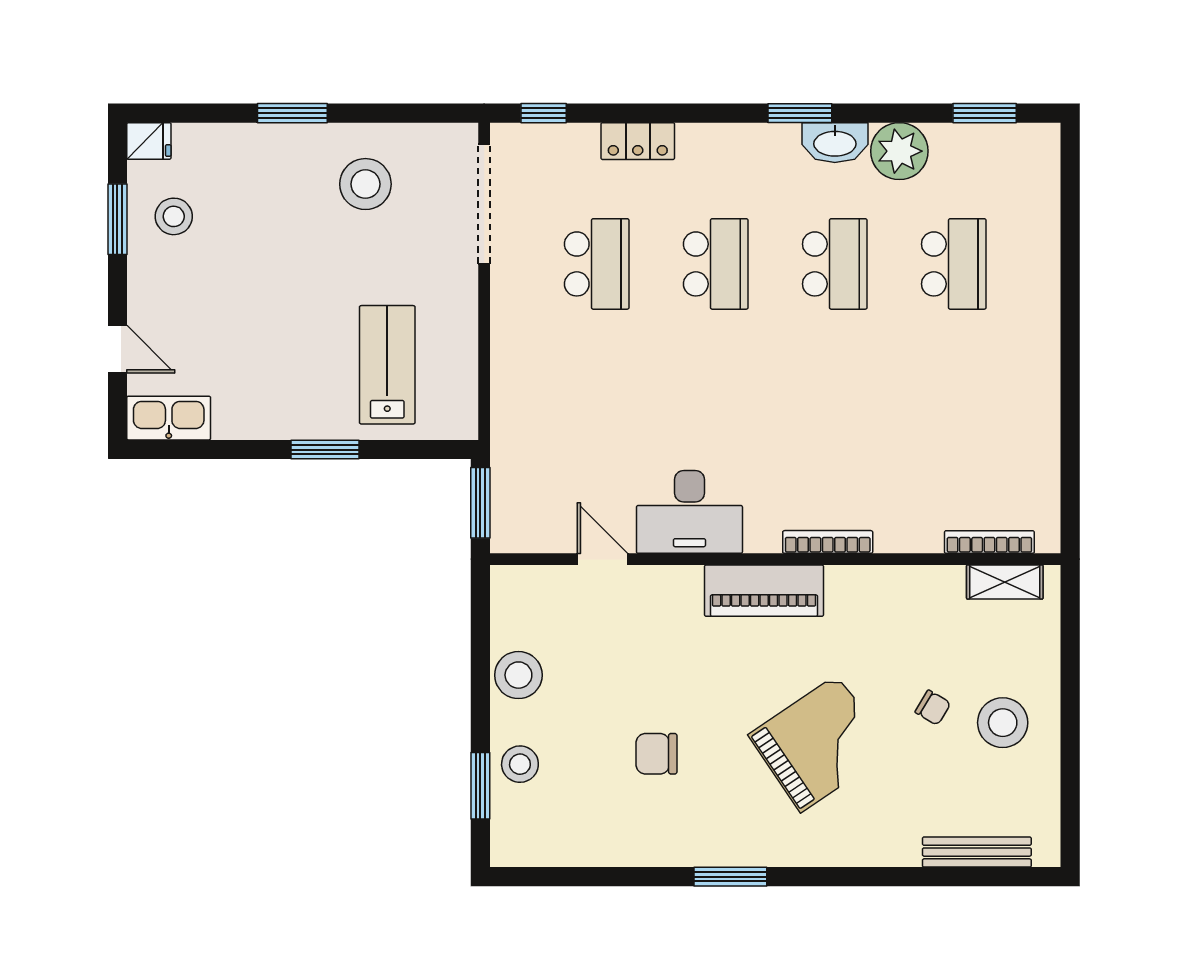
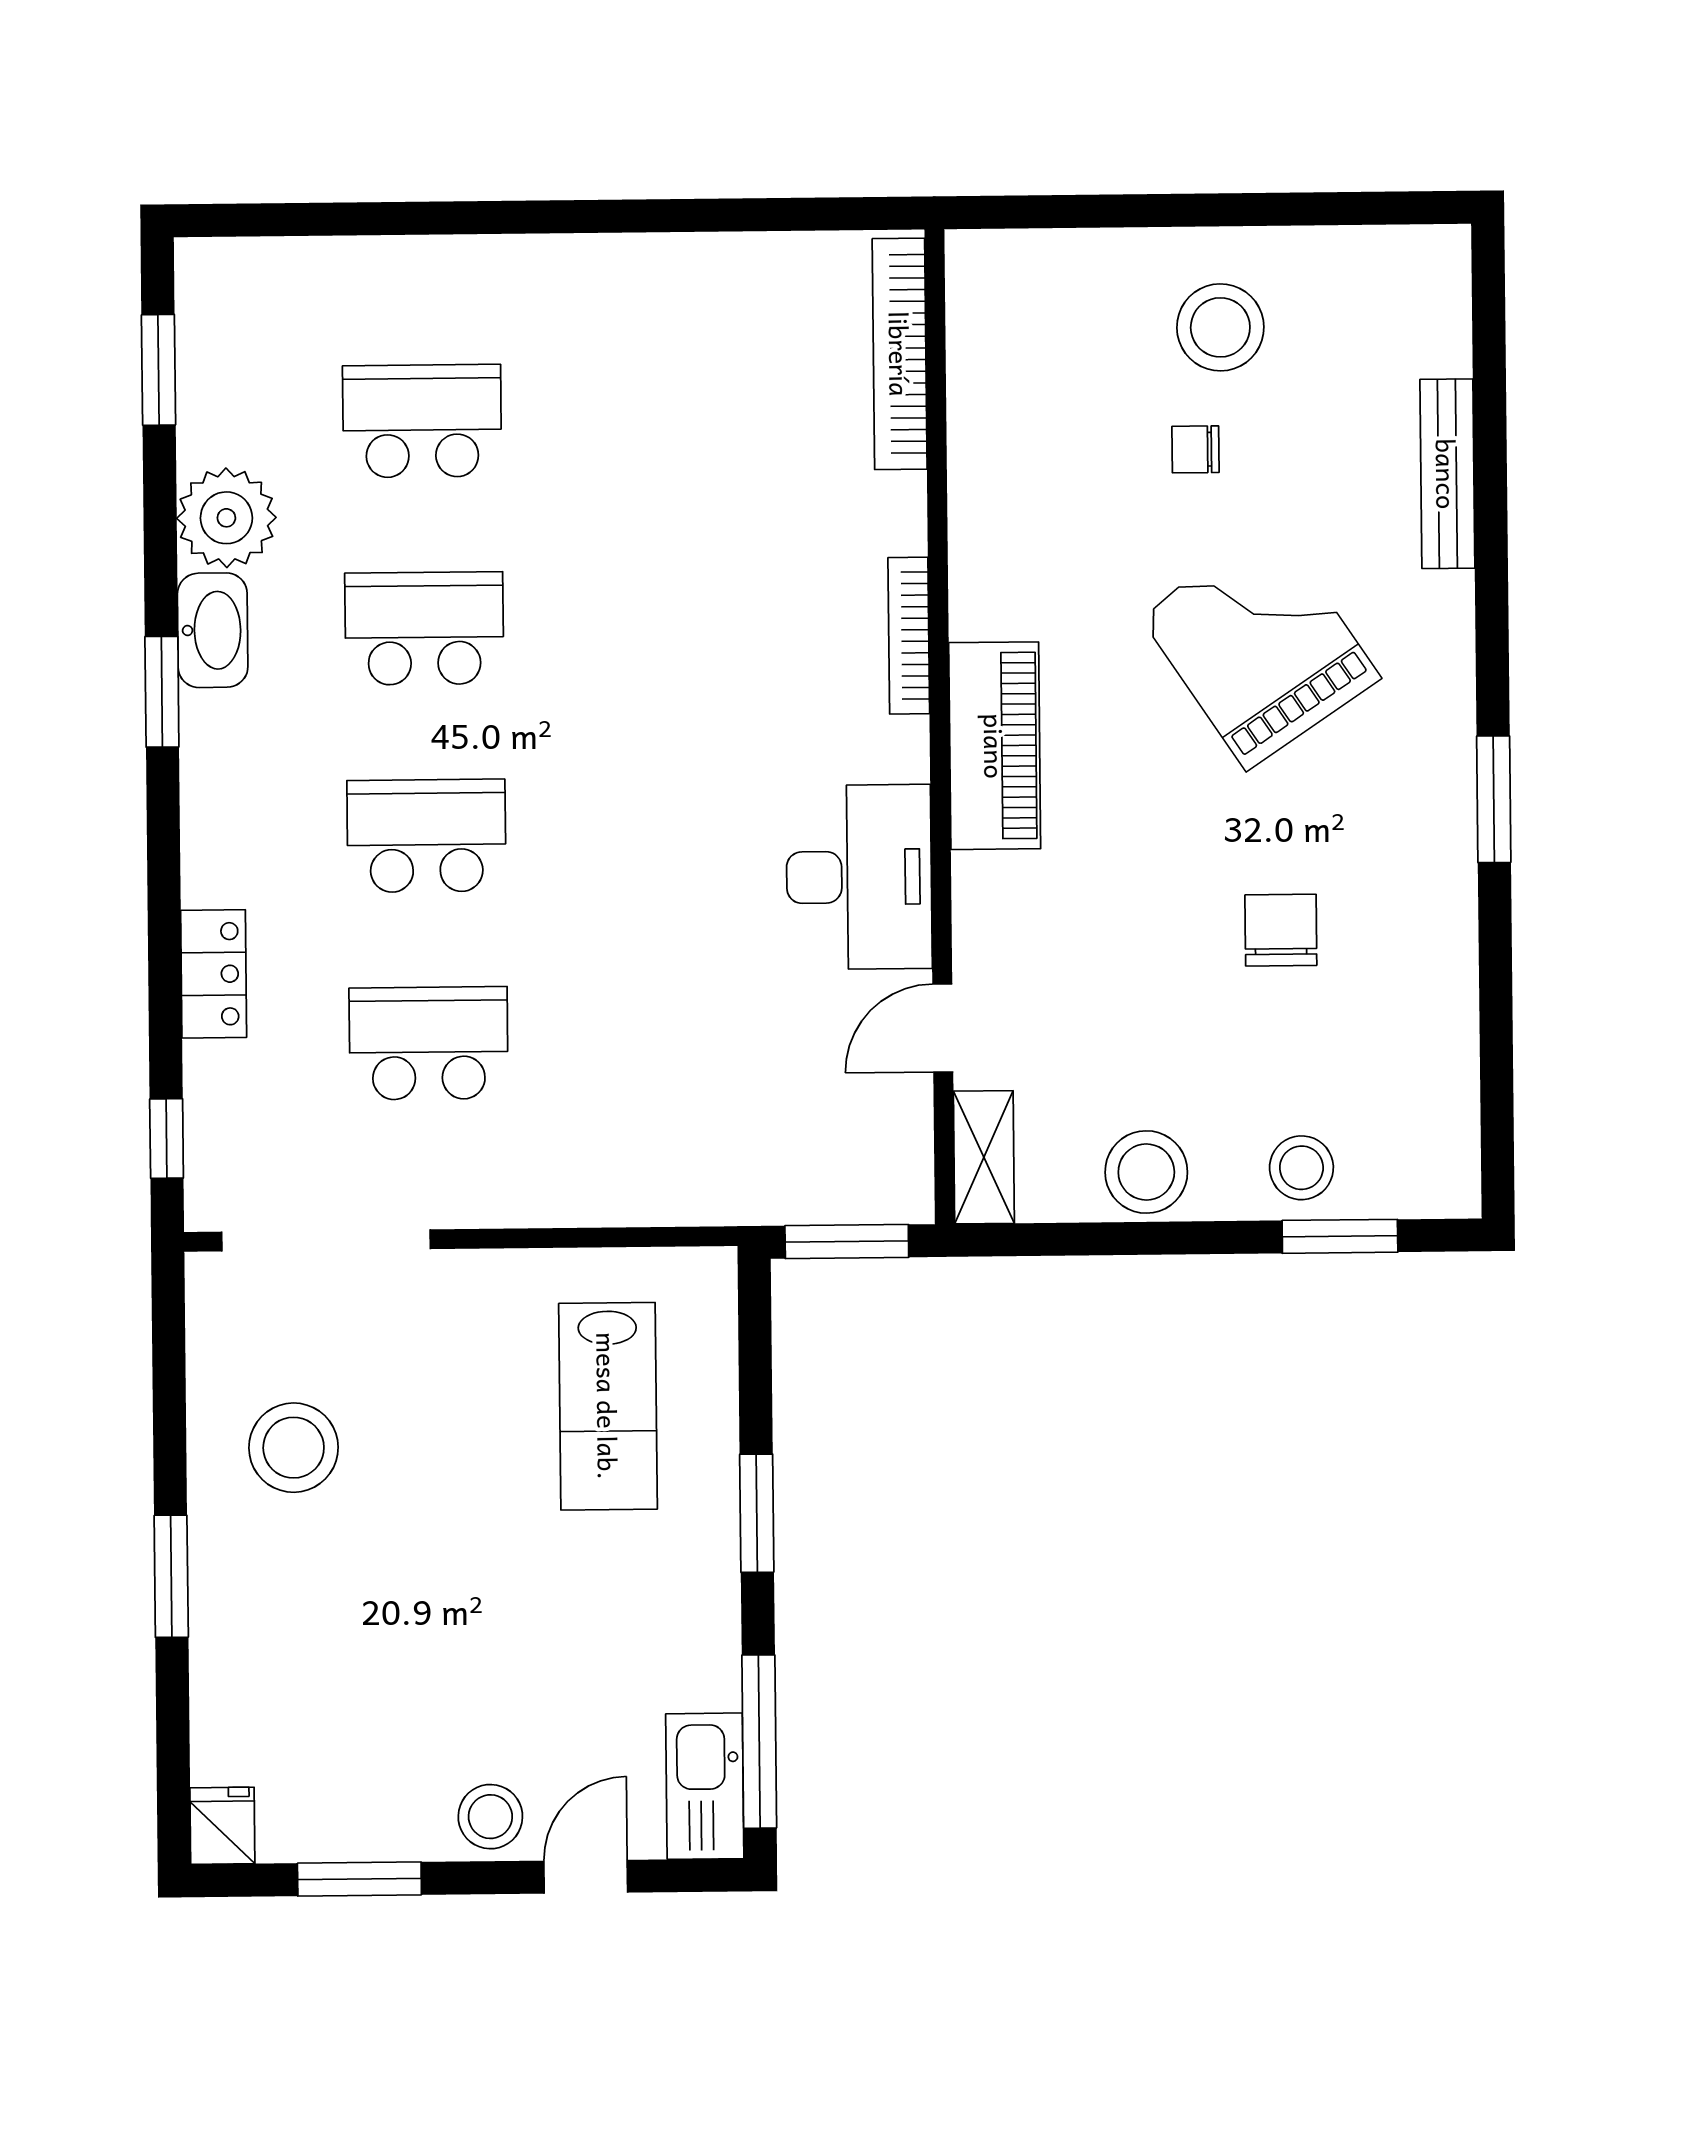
stool: (174, 216) -> (490, 1817), moved
lab bench: (387, 365) -> (608, 1406), turned -90
window: (194, 450) -> (759, 1742), added
bookcase: (989, 542) -> (900, 354), width x1.48, depth x1.31
shelving: (1005, 582) -> (984, 1157), moved
chair: (933, 708) -> (1195, 449), turned -121
chair: (656, 754) -> (1281, 930), turned 180
bench: (977, 852) -> (1447, 474), moved

